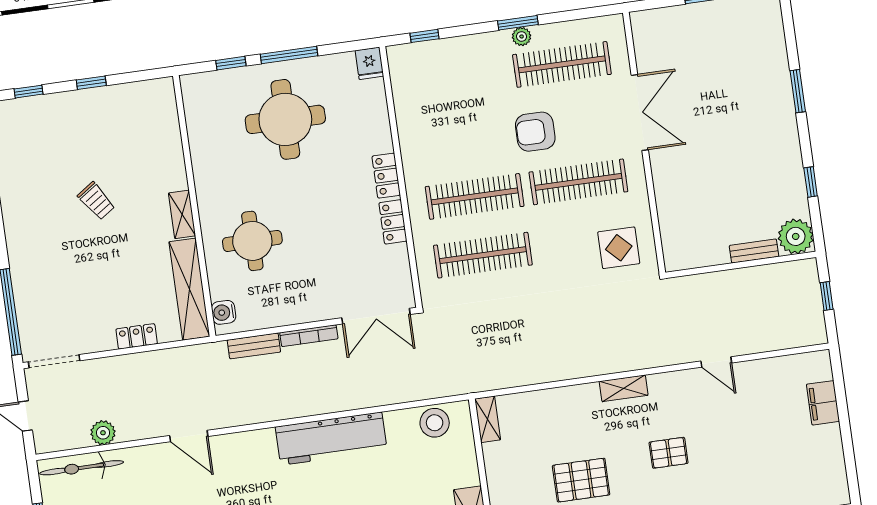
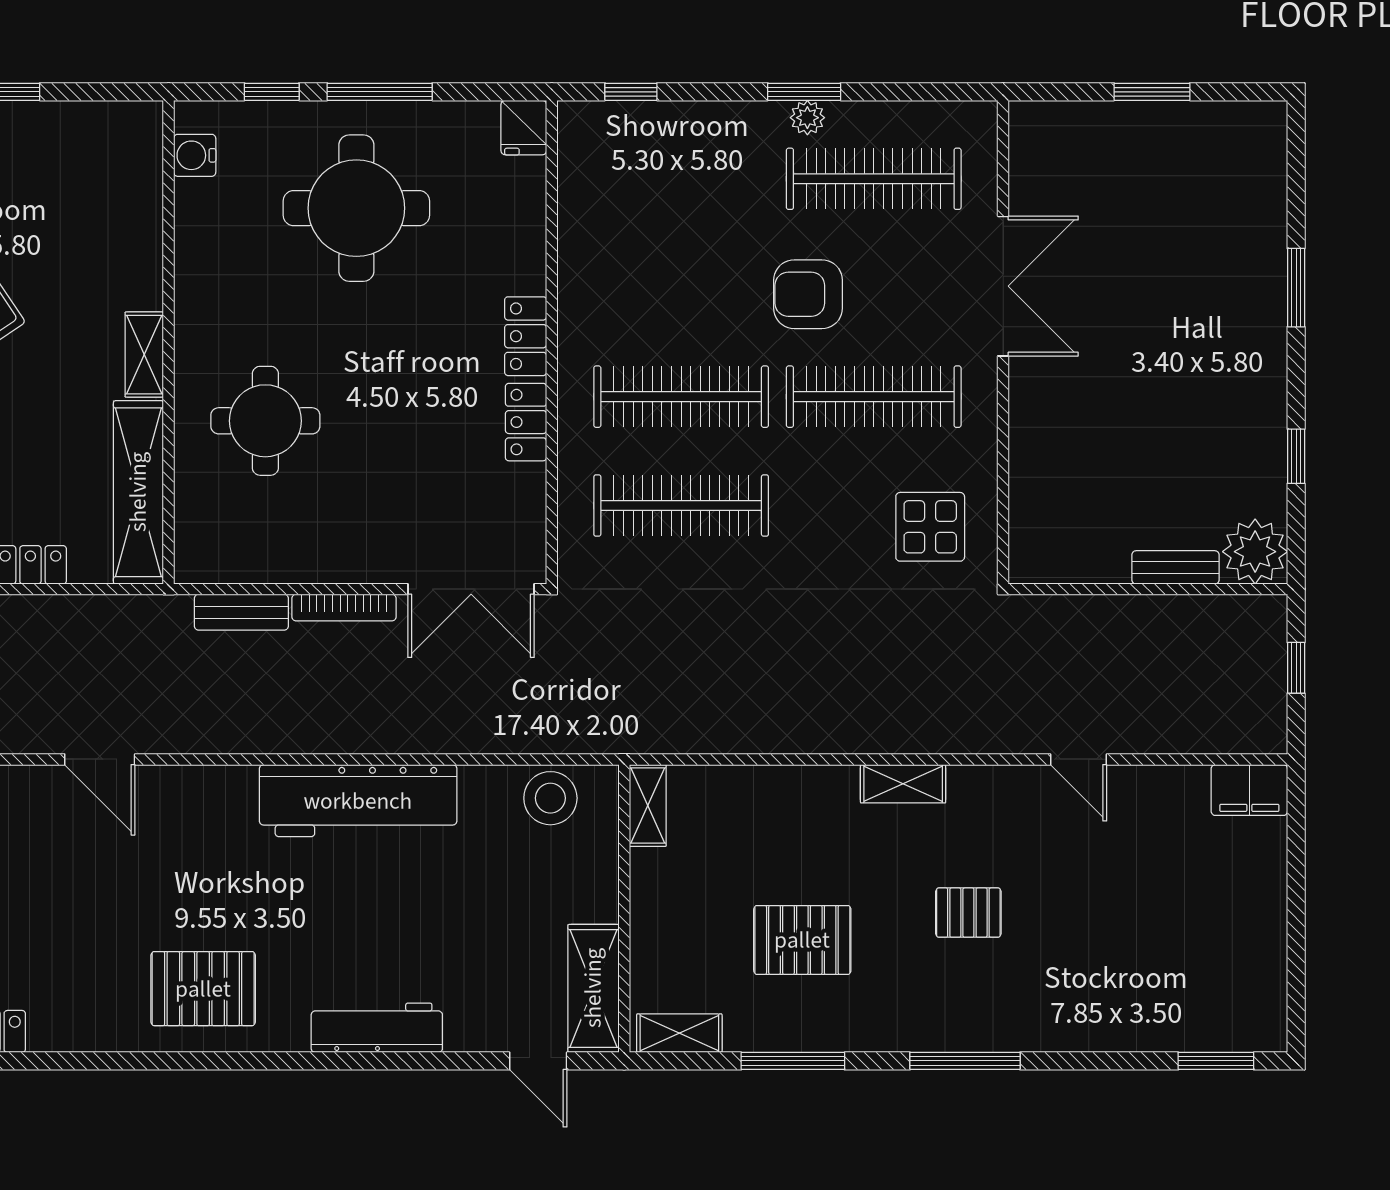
water cooler: (224, 312) -> (195, 155), moved
filing cabinet: (823, 403) -> (1249, 790), moved, turned -90

